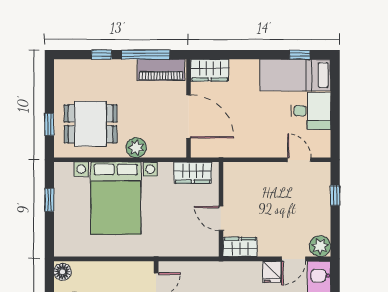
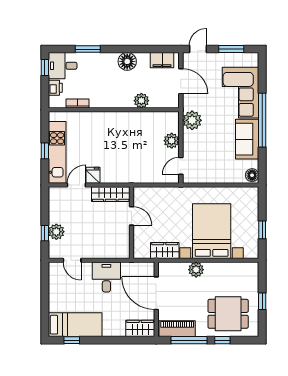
desk: (311, 111) -> (106, 277), moved, turned 90
window: (49, 124) -> (262, 301), moved
dining table: (91, 124) -> (228, 314), moved
wardrobe: (193, 173) -> (165, 251), moved
plant: (320, 246) -> (56, 232), moved
wardrobe: (240, 247) -> (111, 194), width x1.50

